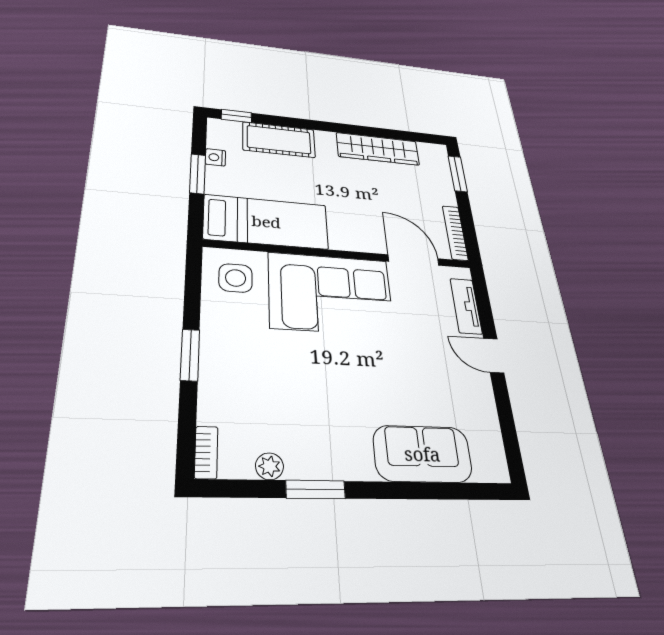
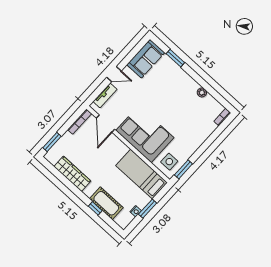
window: (236, 116) -> (95, 208), moved
window: (190, 355) -> (183, 169), moved
door: (494, 356) -> (114, 74), hinge flipped
sofa: (422, 454) -> (146, 59), moved, turned -90
plant: (269, 466) -> (202, 92), moved
window: (316, 489) -> (175, 58), moved

